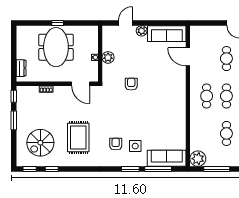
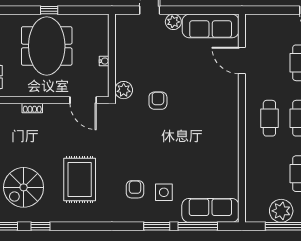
plant: (108, 57) -> (124, 90), moved
plant: (198, 159) -> (281, 211), moved

